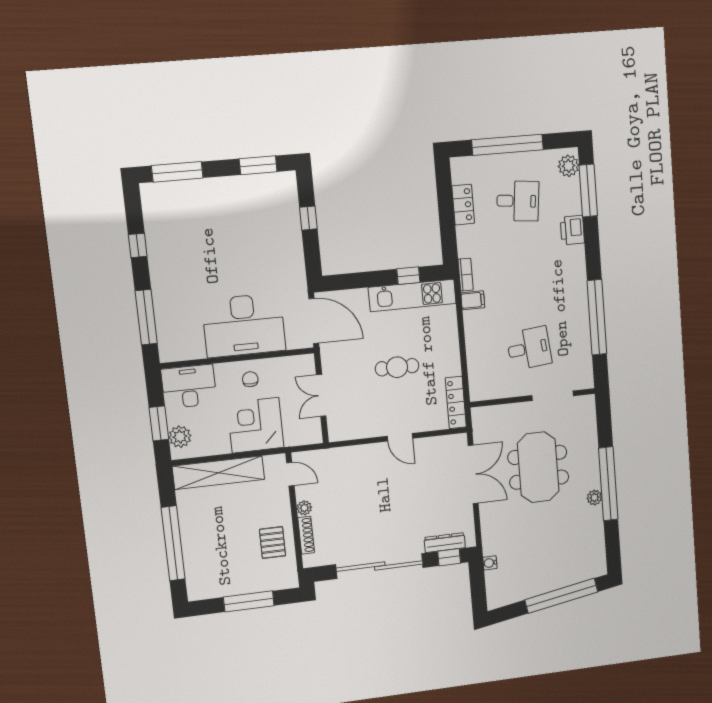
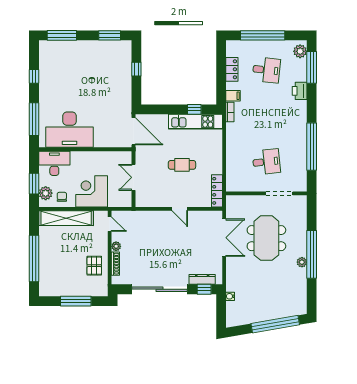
filing cabinet: (473, 300) -> (233, 96), moved
desk: (244, 325) -> (70, 130), moved
chair: (250, 379) -> (62, 197), moved

